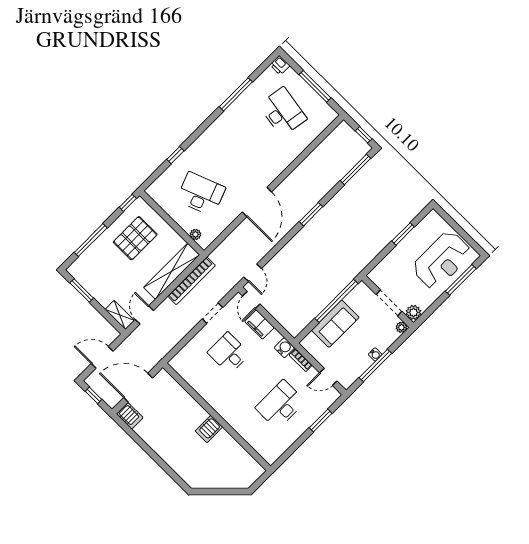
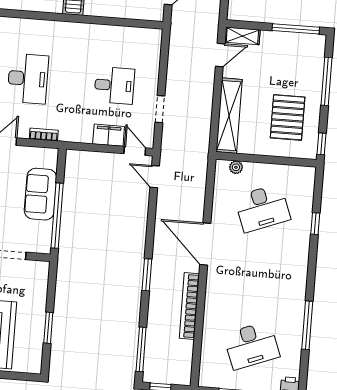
desk: (283, 112) -> (252, 345), turned -30
bookcase: (191, 281) -> (189, 306), moved
window: (82, 290) -> (296, 29), width x1.44
door: (144, 315) -> (220, 55), hinge flipped
water cooler: (284, 348) -> (68, 133), removed

